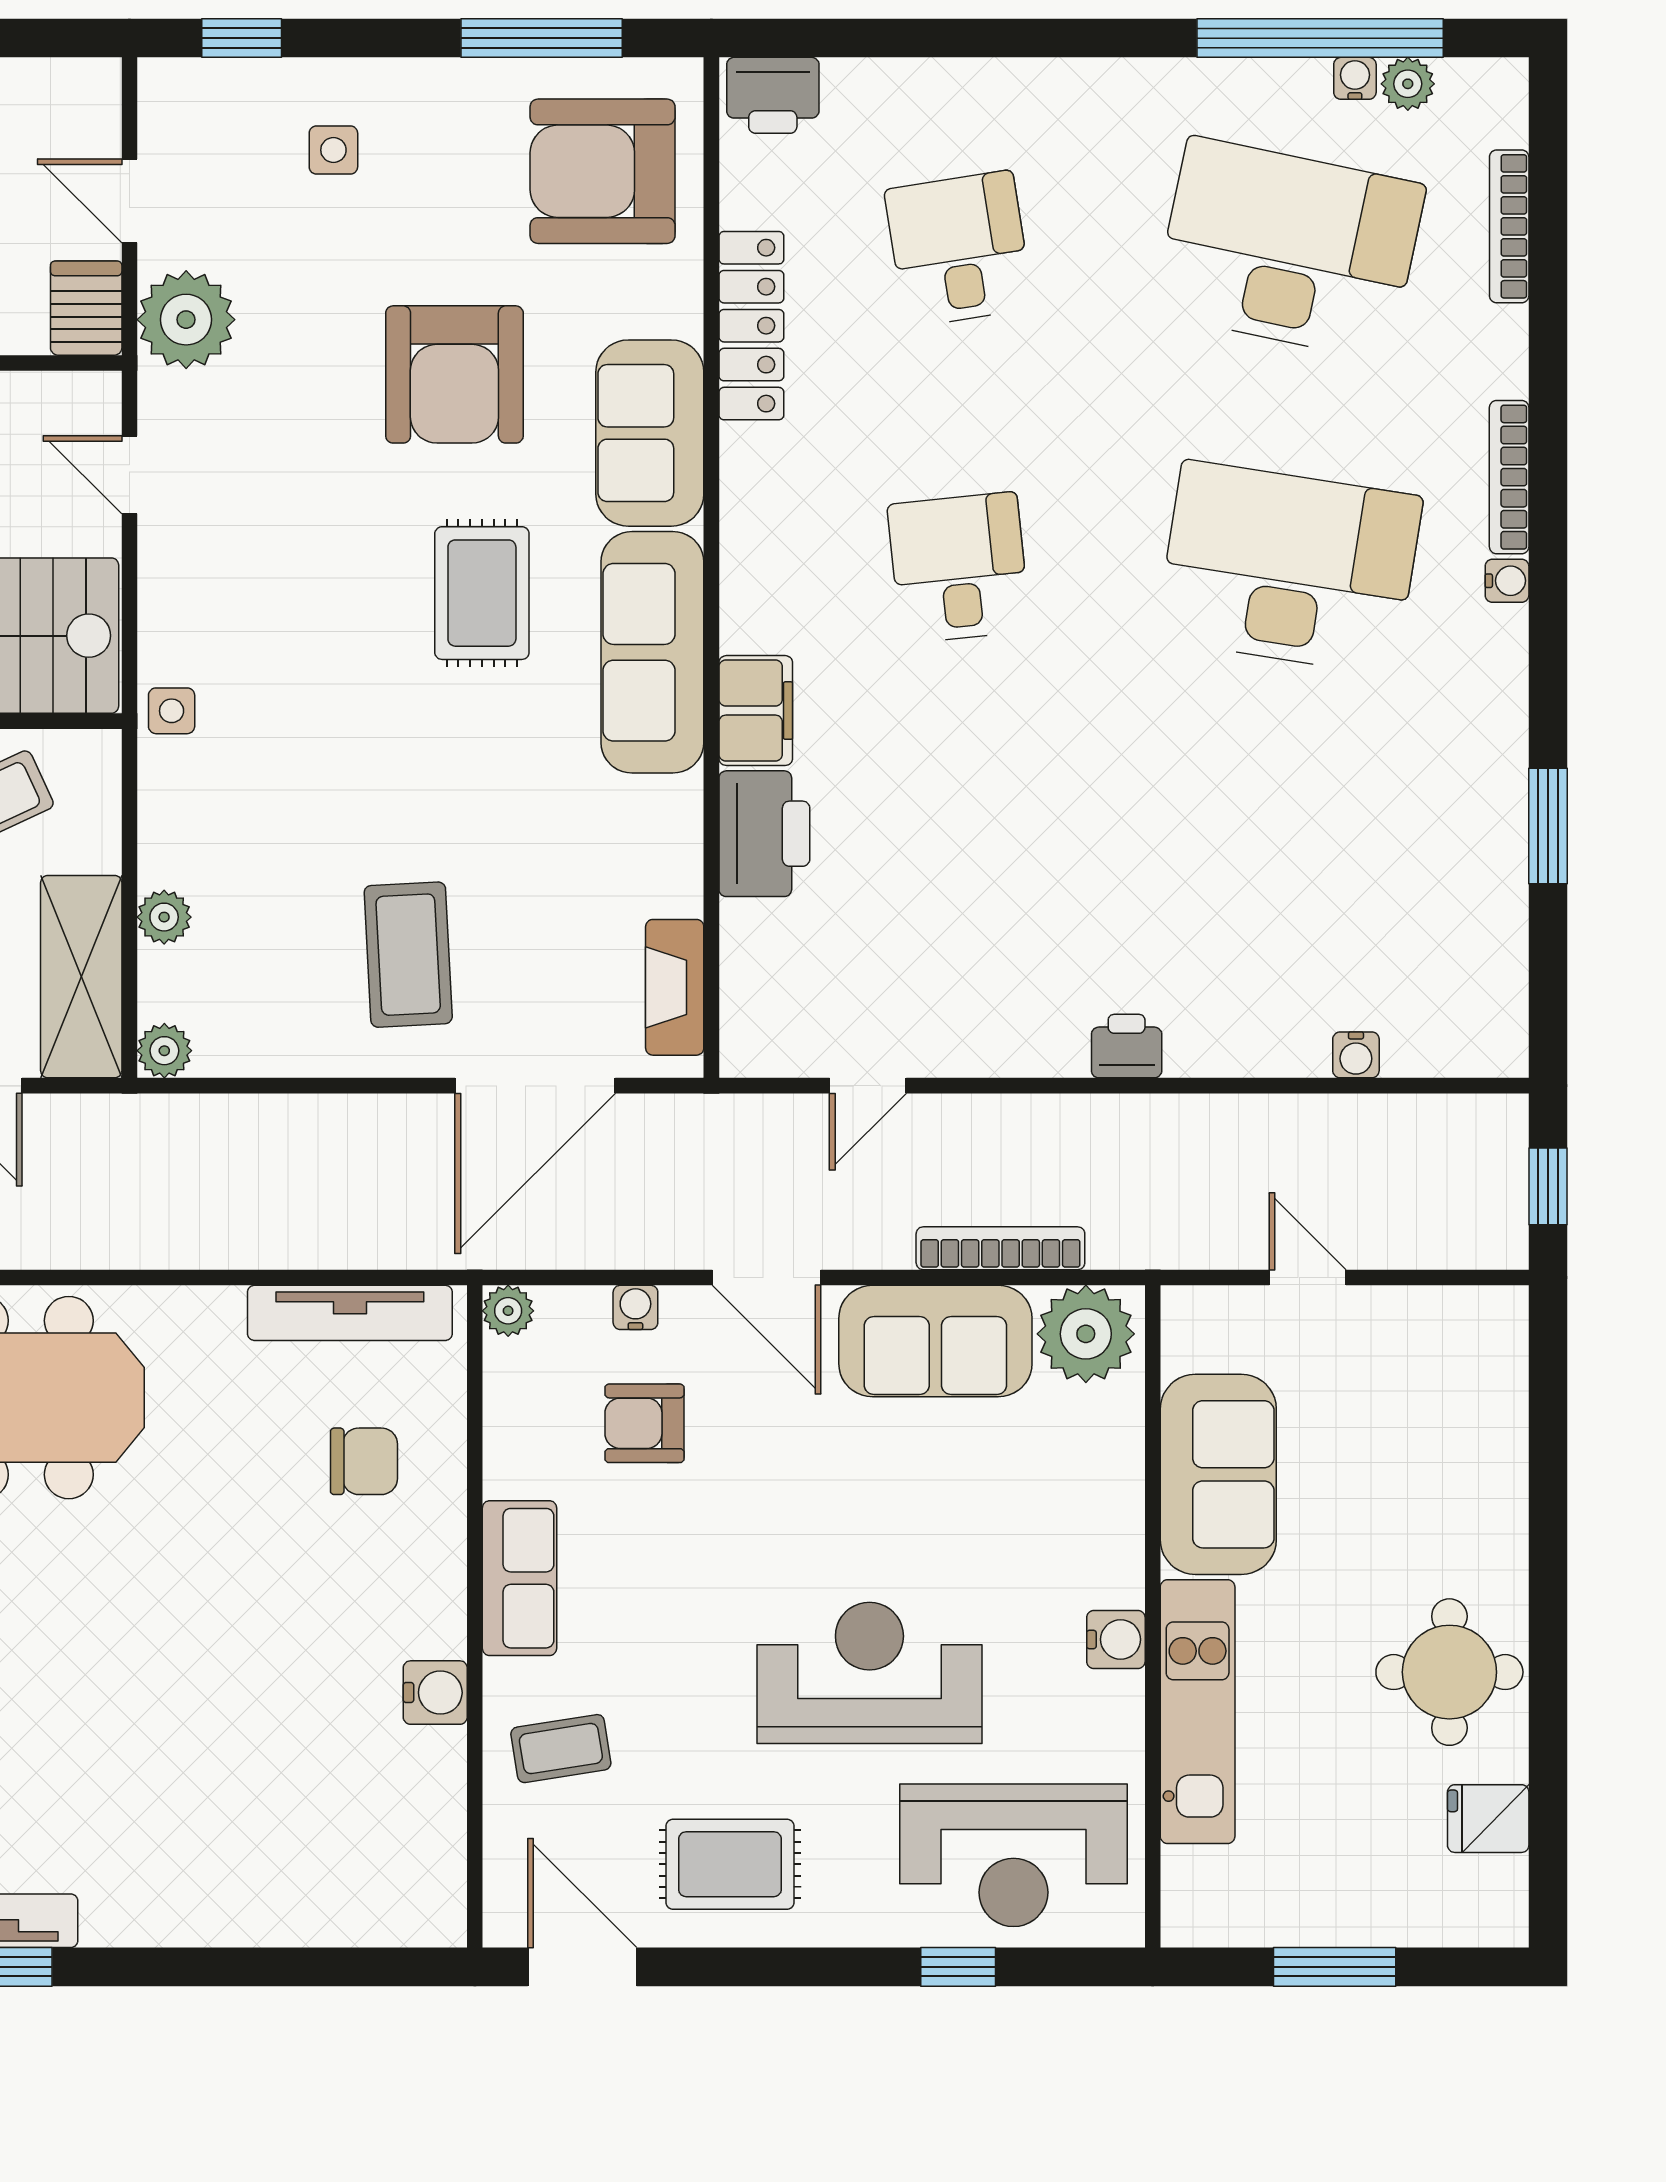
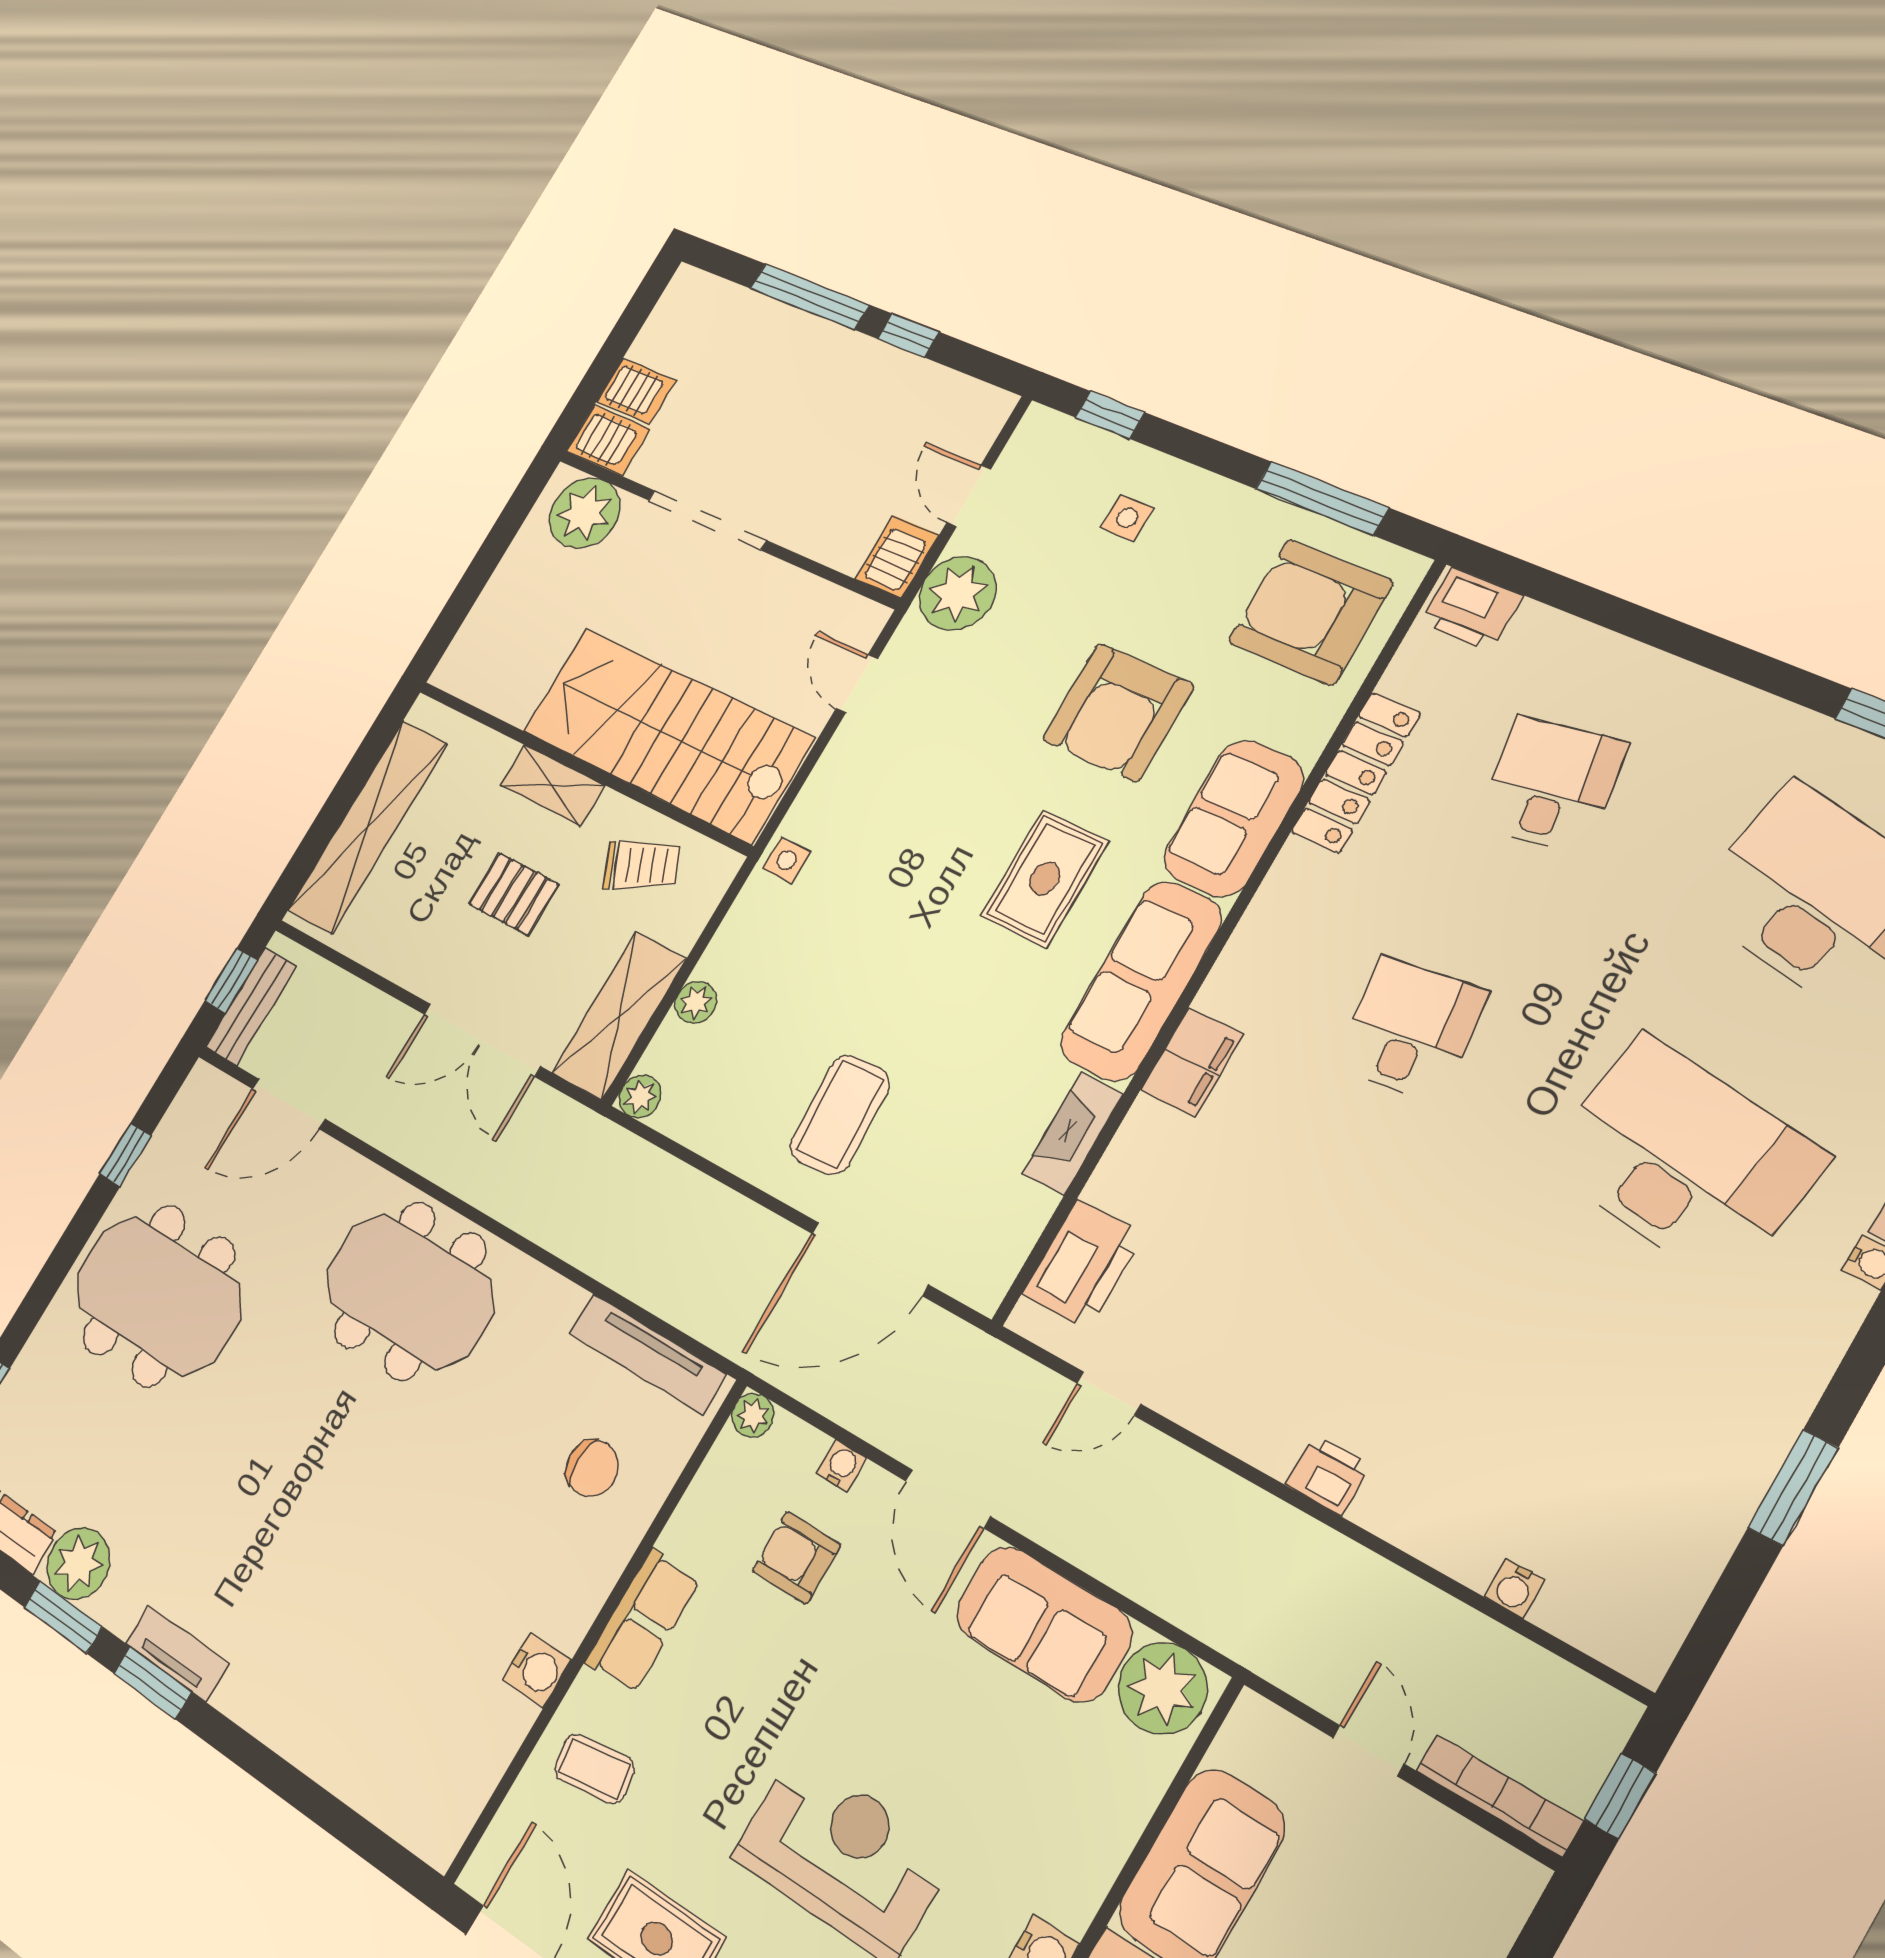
printer: (764, 834) -> (1083, 1264), moved
fireplace: (675, 987) -> (1073, 1134), moved
bookcase: (1000, 1248) -> (1499, 1796), moved

